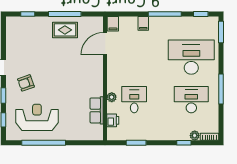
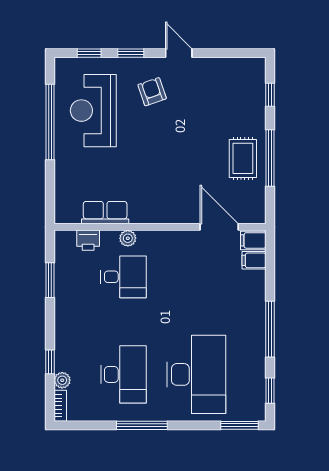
filing cabinet: (143, 23) -> (254, 260), moved
reception desk: (37, 117) -> (93, 111), turned 180

